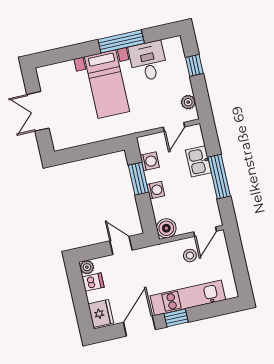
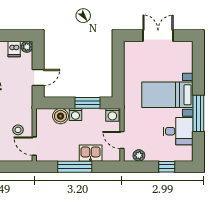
washing machine: (150, 161) -> (112, 115), moved
boiler: (166, 228) -> (61, 116), moved

